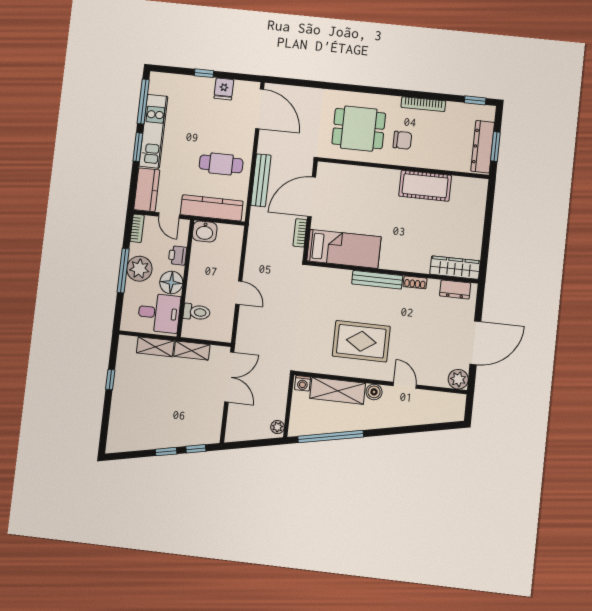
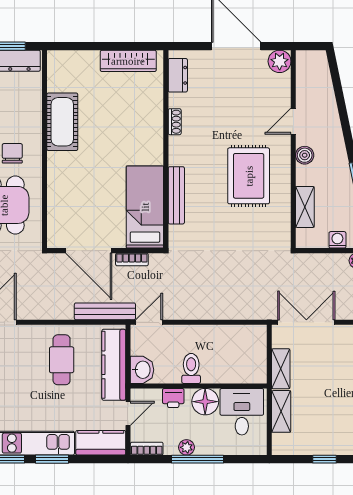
bench: (261, 180) -> (105, 311), moved
wardrobe: (455, 268) -> (128, 61), moved, turned -90
plant: (139, 269) -> (186, 447), width x0.53, depth x0.53
bench: (377, 280) -> (176, 195), moved
door: (239, 293) -> (149, 322), moved
toilet: (197, 312) -> (191, 368), moved
washing machine: (303, 383) -> (337, 240), moved, turned -90
shelving: (338, 391) -> (305, 207), width x0.67, depth x0.75

